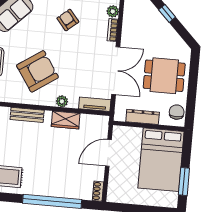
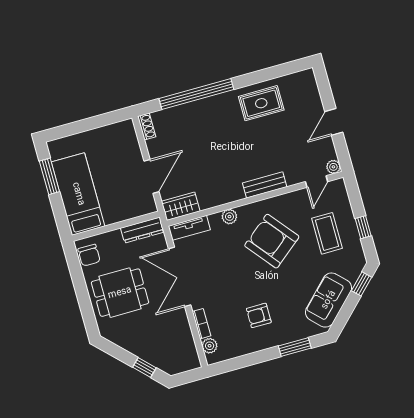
armchair: (68, 20) -> (259, 315), turned 130
armchair: (37, 71) -> (272, 241), turned 85
dresser: (143, 117) -> (142, 230), moved
wardrobe: (66, 120) -> (181, 206), moved
bed: (161, 160) -> (78, 194), width x0.67

